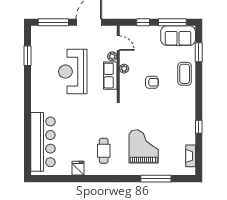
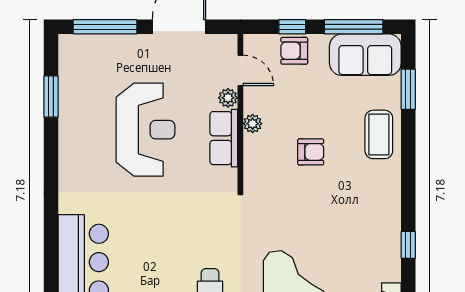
armchair: (144, 34) -> (294, 51), added
reception desk: (73, 72) -> (145, 130), turned 180

